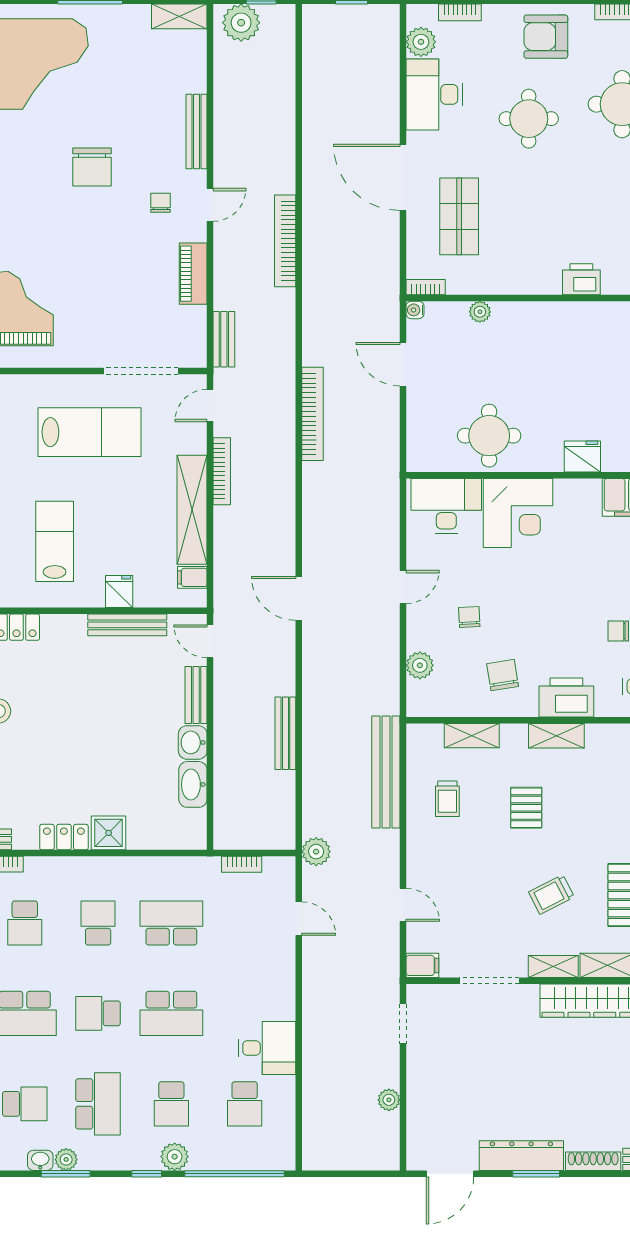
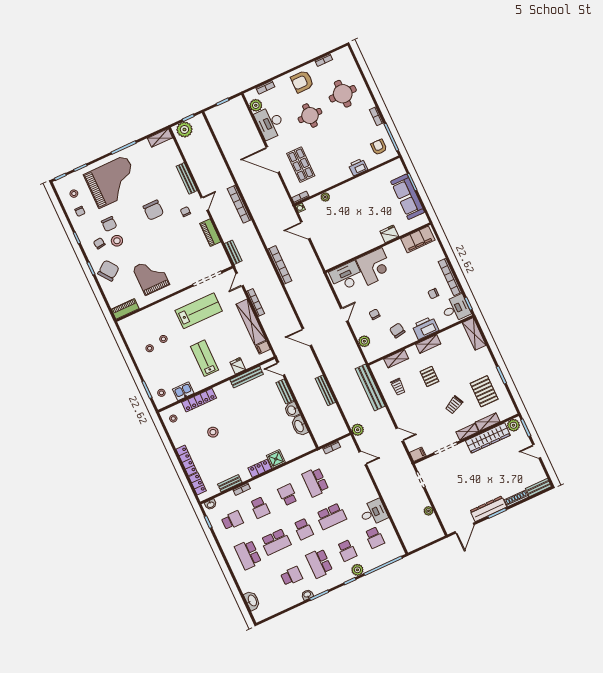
round table: (489, 436) -> (350, 242), removed
school desk: (171, 923) -> (315, 482), turned -90
school desk: (98, 1013) -> (303, 529), turned -90
school desk: (98, 1104) -> (319, 563), turned 180
plant: (66, 1159) -> (317, 590), removed

